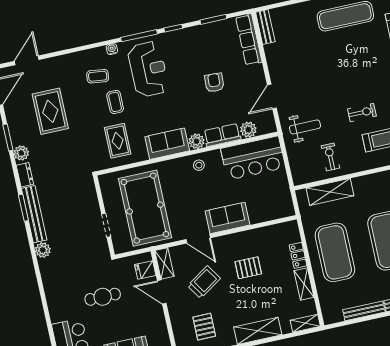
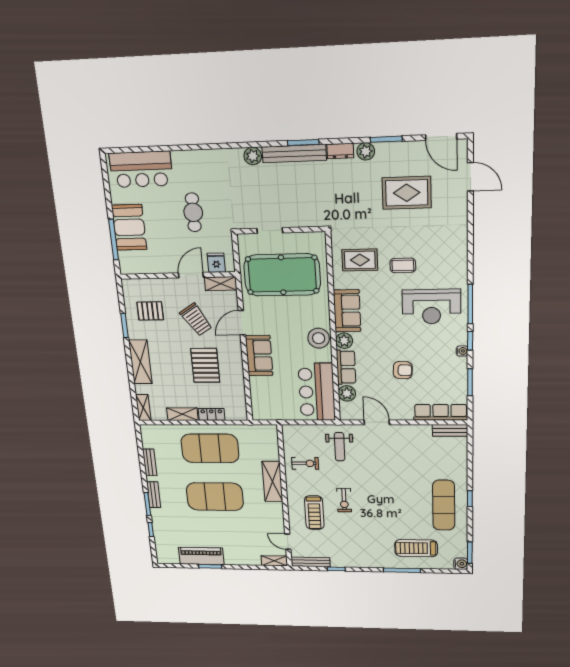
water cooler: (112, 49) -> (462, 351), moved
coffee table: (98, 76) -> (435, 252), removed
stool: (199, 165) -> (319, 338), width x1.89, depth x1.89
shelving: (330, 192) -> (272, 481), moved
pallet: (248, 268) -> (205, 365), width x1.50, depth x1.42
bench: (364, 311) -> (150, 462), width x0.73

